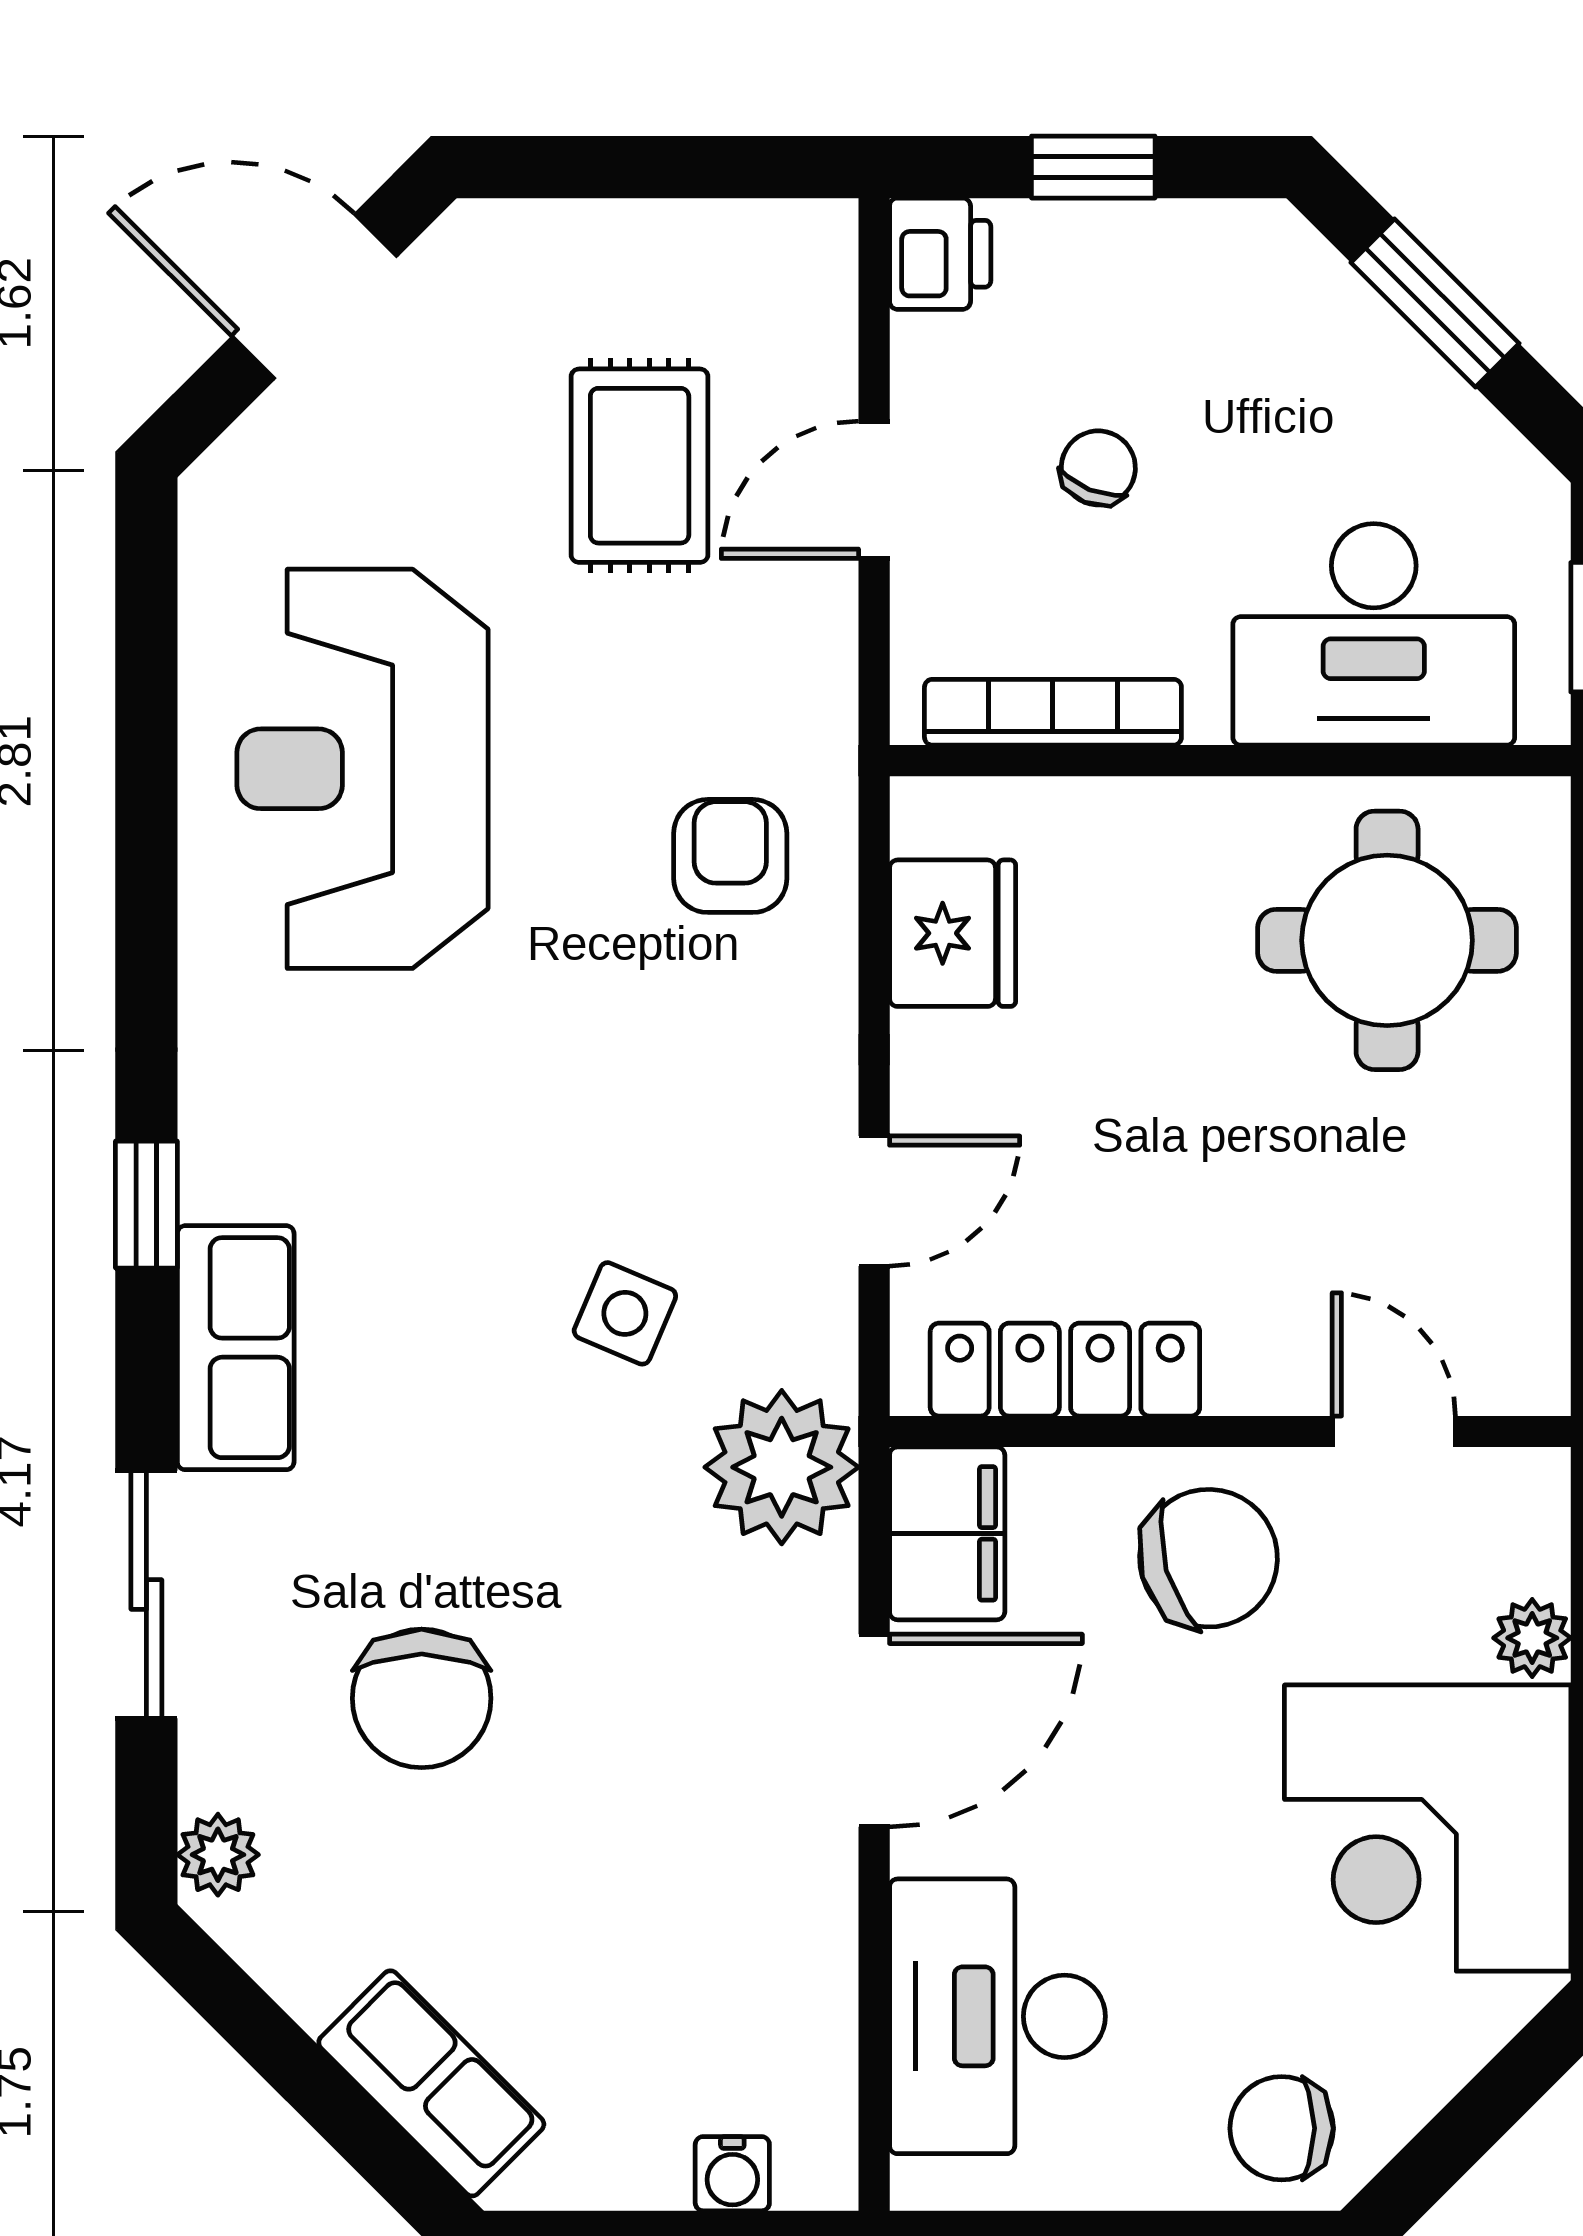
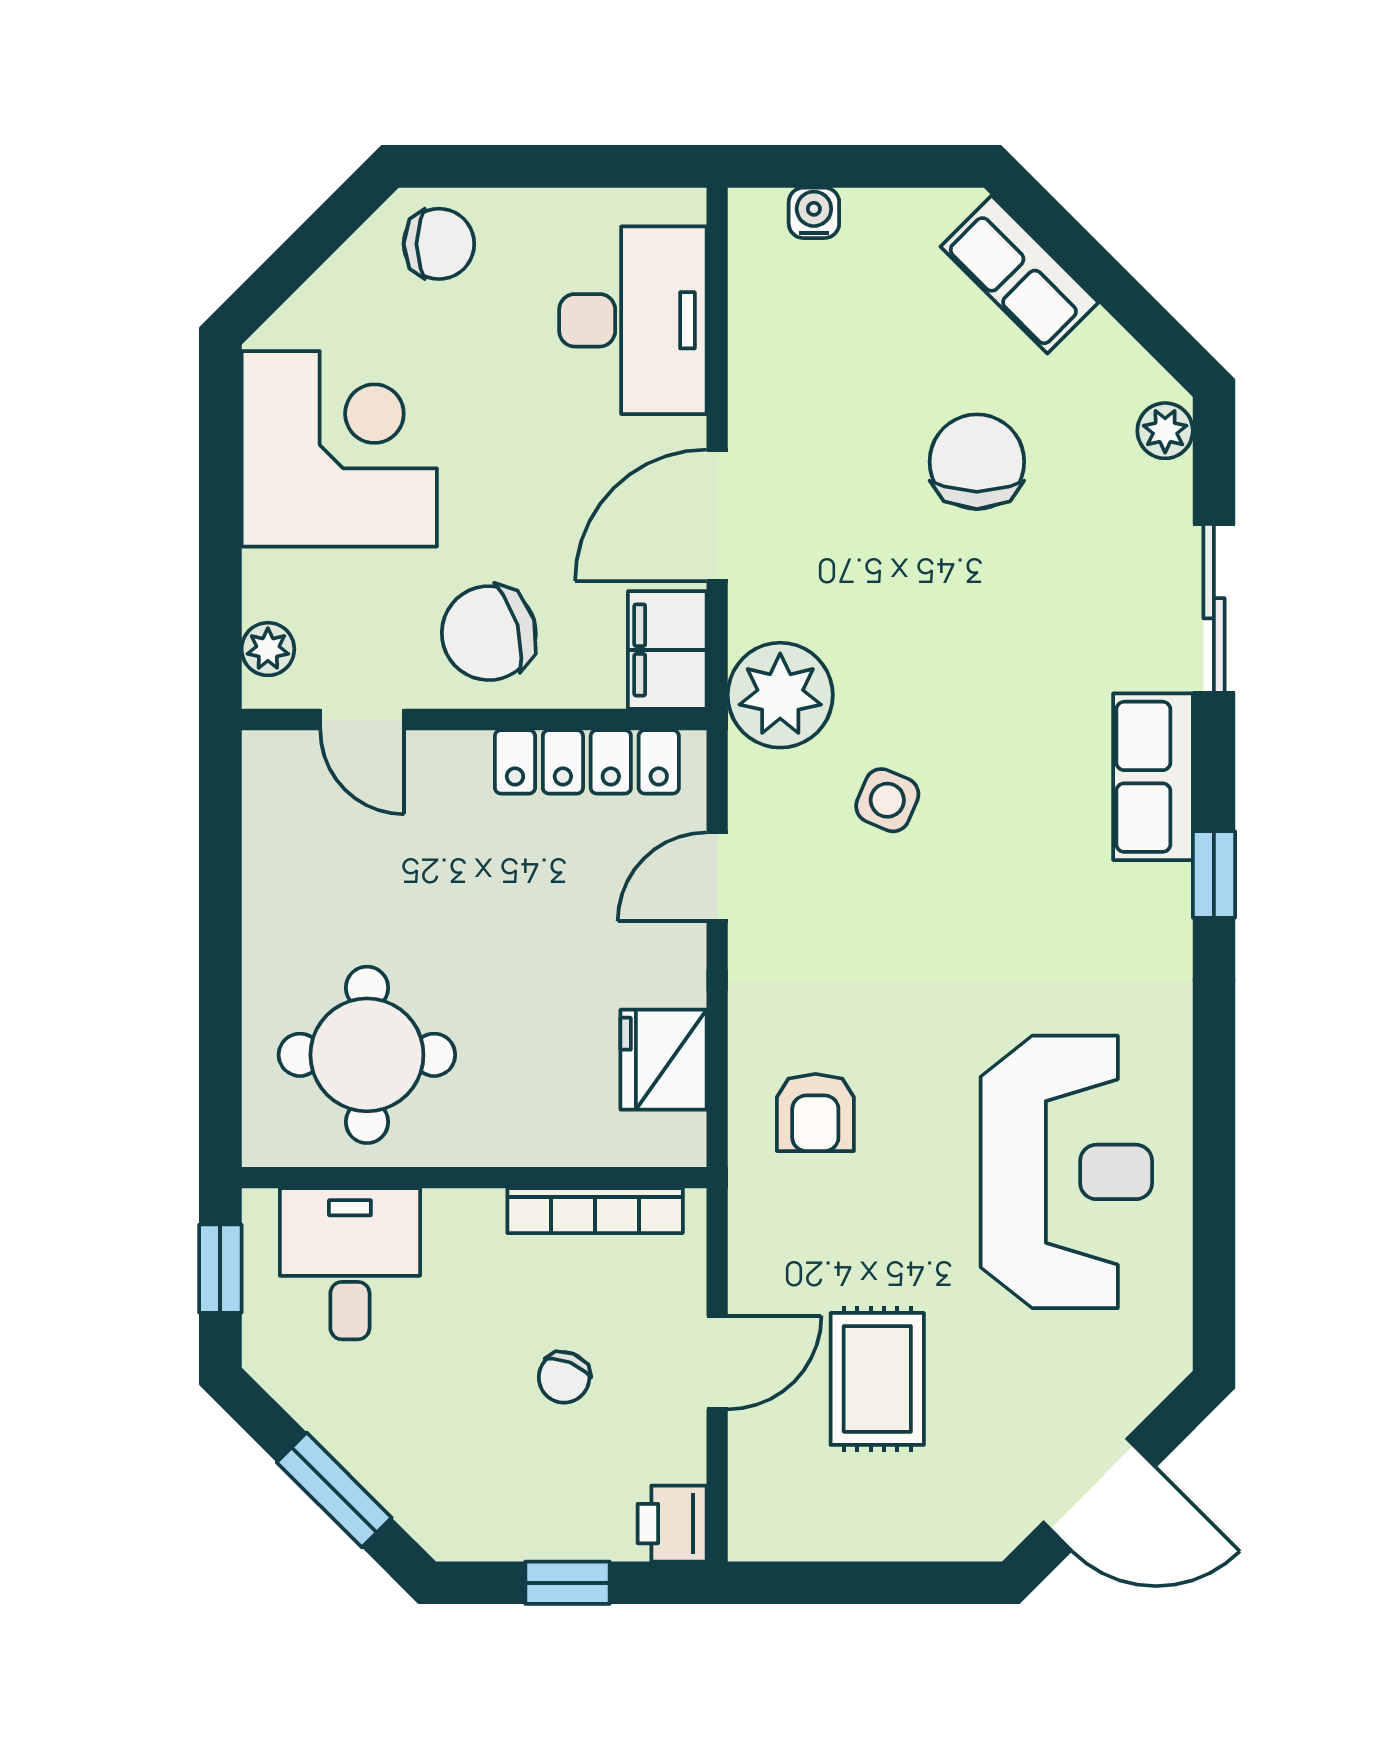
desk: (1374, 634) -> (350, 1264), width x0.73
plant: (1532, 1638) -> (268, 649), moved
chair: (422, 1698) -> (977, 462), moved

